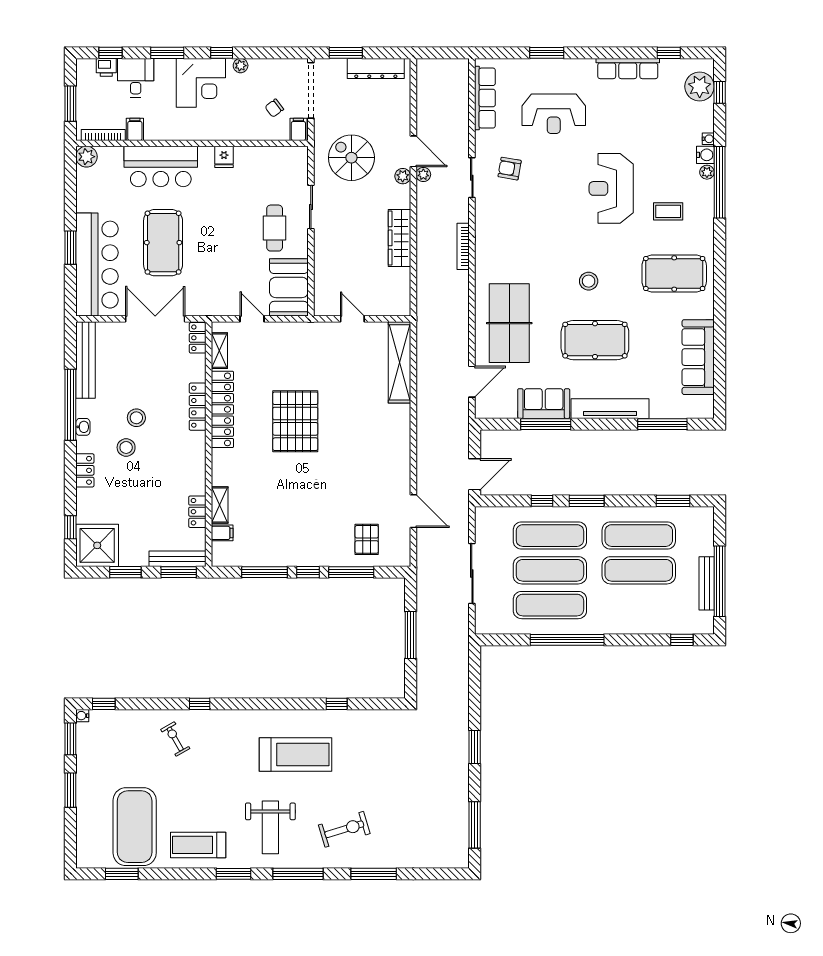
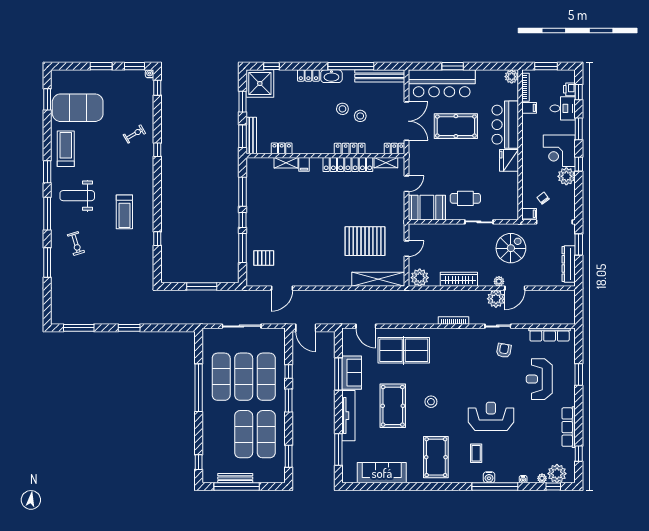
plant: (241, 66) -> (566, 176), width x1.88, depth x1.88
water cooler: (705, 155) -> (489, 477), moved
fridge: (224, 157) -> (509, 160), width x1.88, depth x1.34
plant: (707, 172) -> (542, 478), moved
plant: (423, 174) -> (496, 299), width x1.87, depth x1.87
plant: (397, 299) -> (420, 278), added
pallet: (295, 421) -> (365, 241), moved
washbasin: (83, 427) -> (331, 76), width x1.91, depth x1.45
stool: (126, 447) -> (360, 116), moved
filing cabinet: (222, 533) -> (304, 164), moved
treadmill: (296, 754) -> (124, 212), width x0.73, depth x0.73
exercise bike: (344, 829) -> (76, 243), width x0.73, depth x0.72

